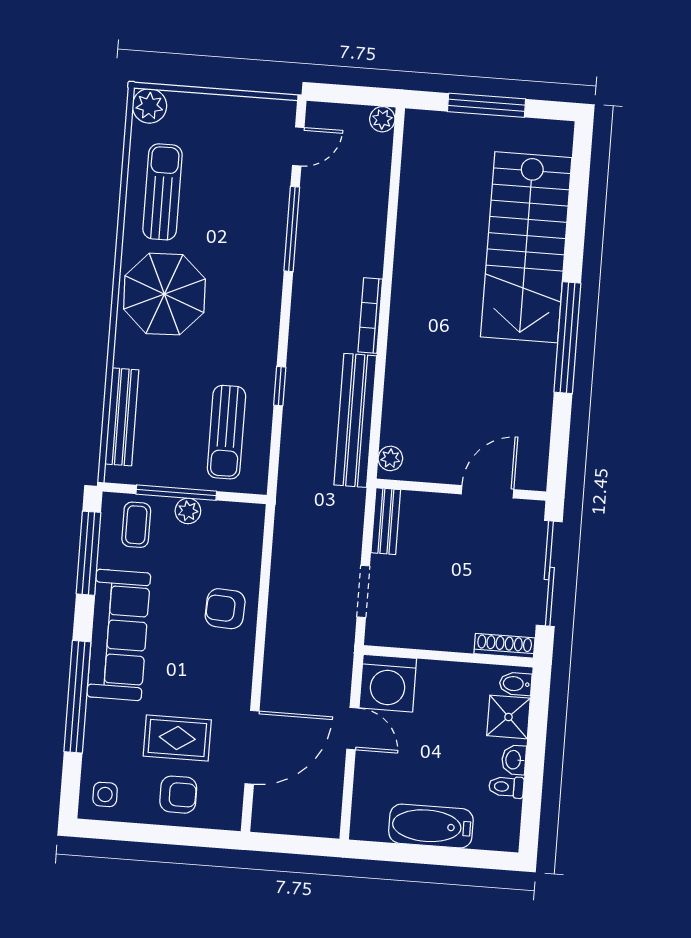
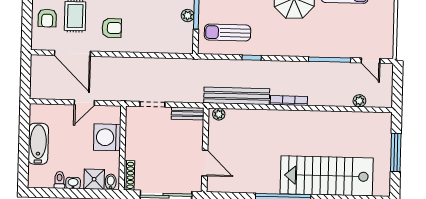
plant: (382, 119) -> (359, 101), moved
armchair: (225, 609) -> (112, 28), moved, turned 87
washing machine: (388, 683) -> (107, 137), moved

